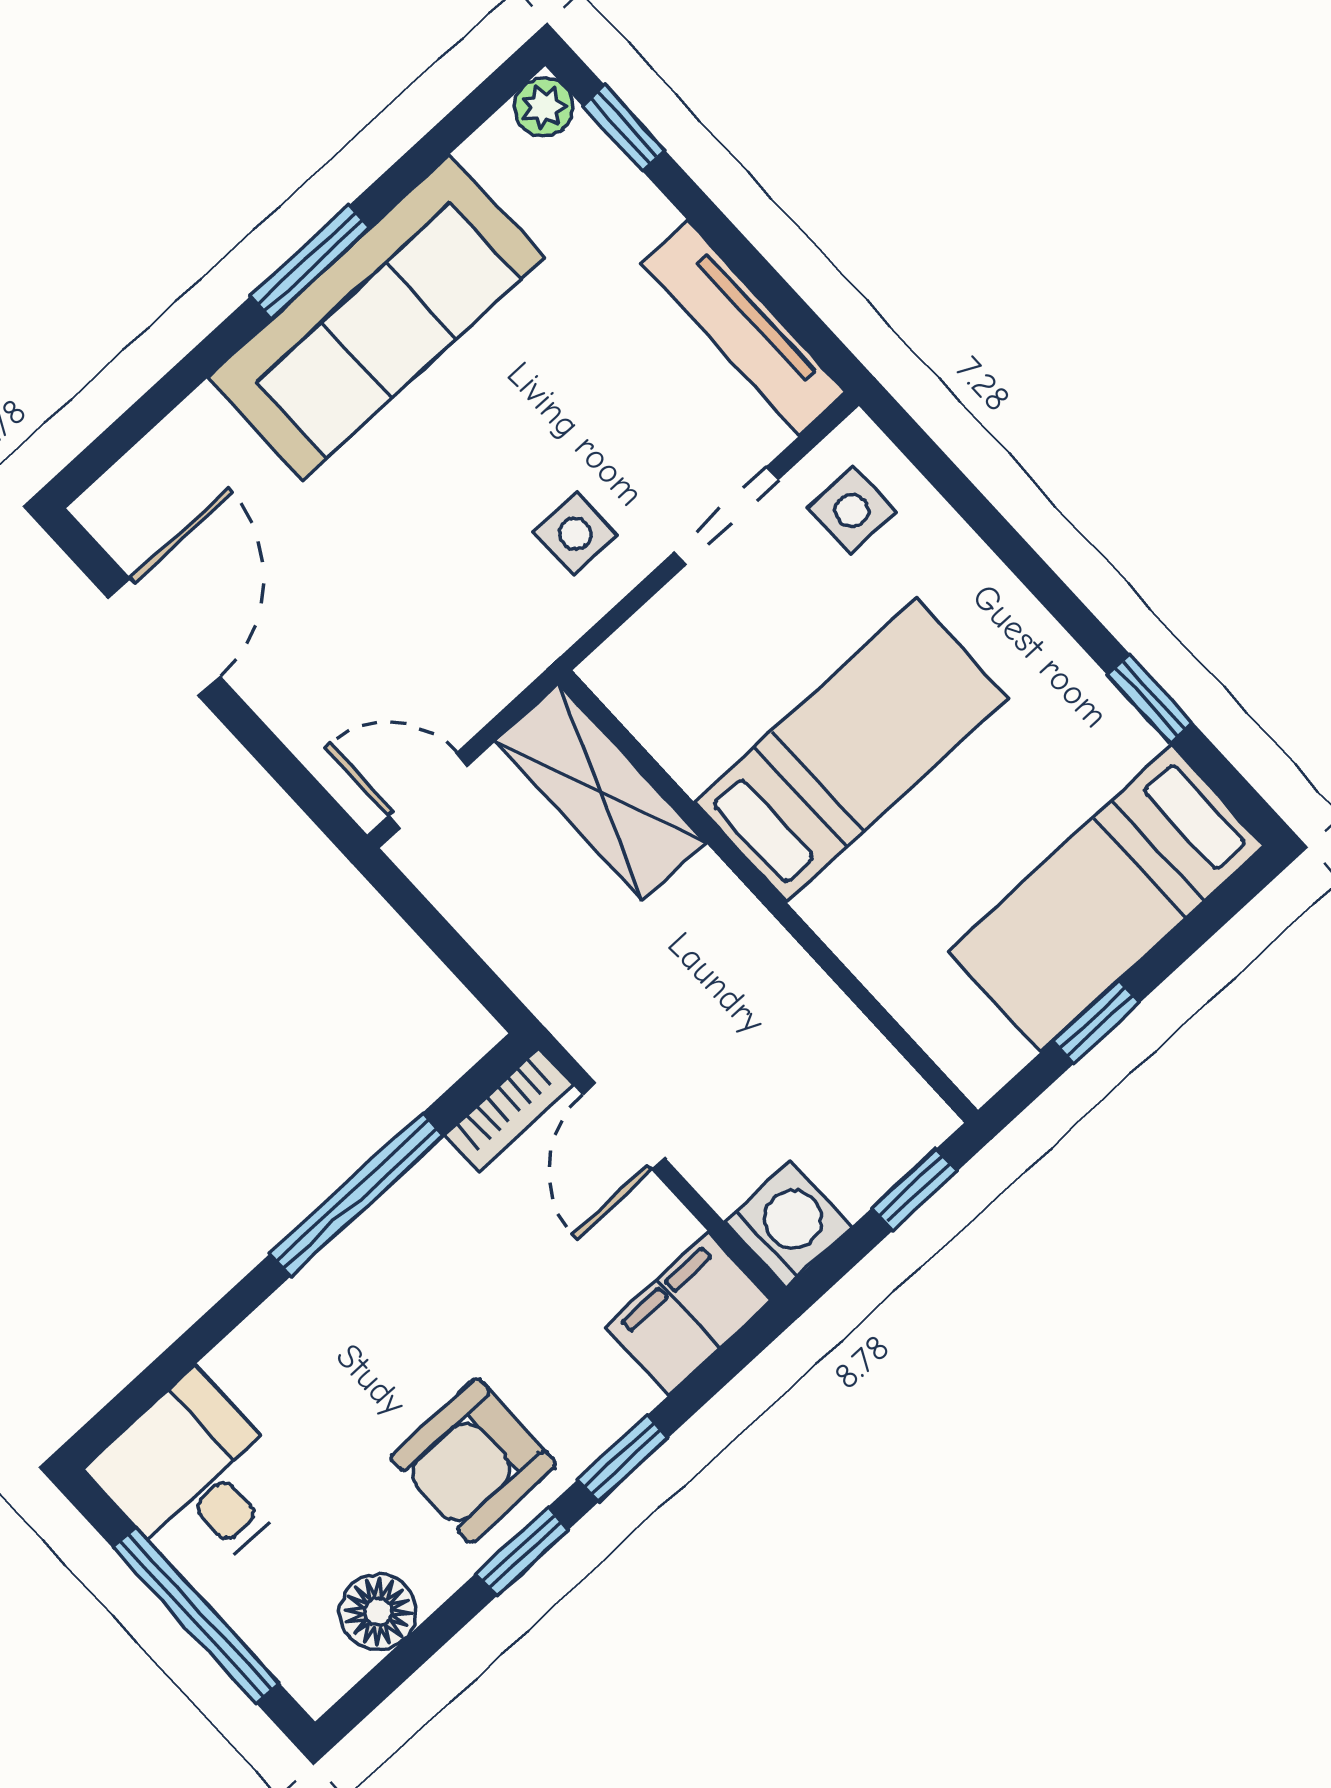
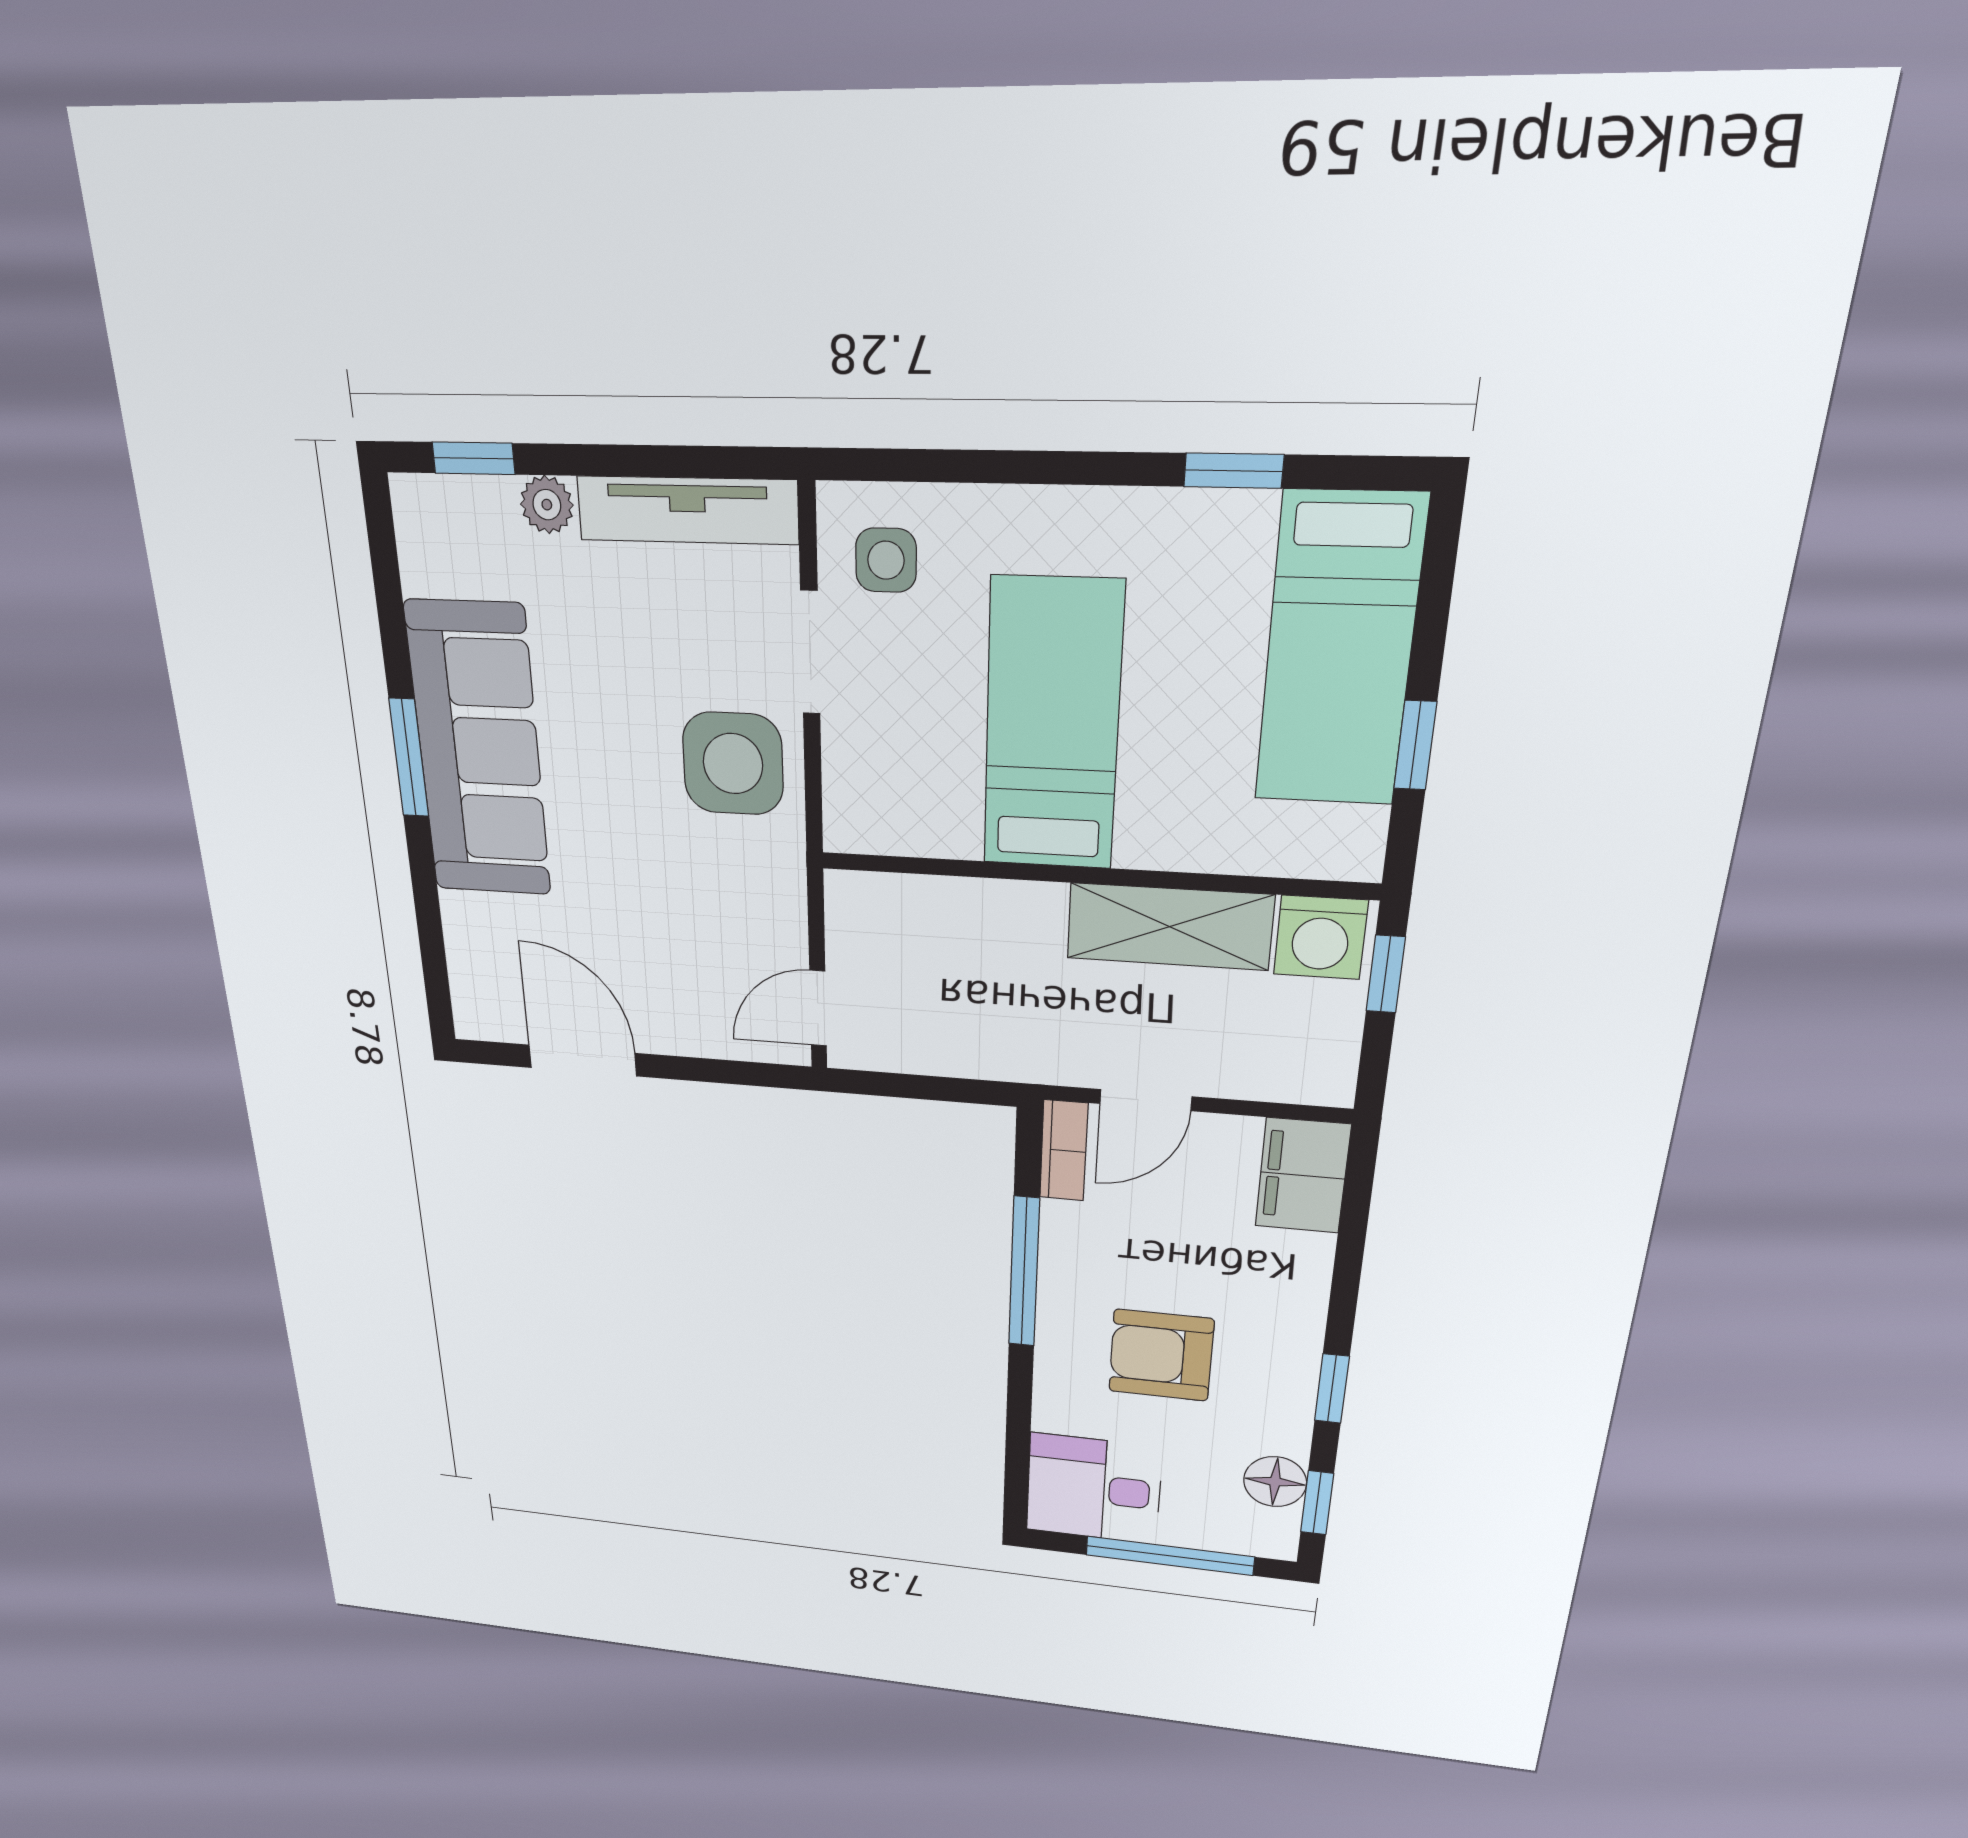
plant: (544, 107) -> (547, 505), moved
side table: (575, 534) -> (733, 764), width x1.87, depth x1.87
shelving: (600, 792) -> (1169, 927), moved
door: (624, 1126) -> (1146, 1100), hinge flipped
washing machine: (788, 1224) -> (1321, 937), moved, turned 180
window: (623, 1459) -> (1317, 1503), moved
armchair: (474, 1461) -> (1161, 1355), moved, turned 90

